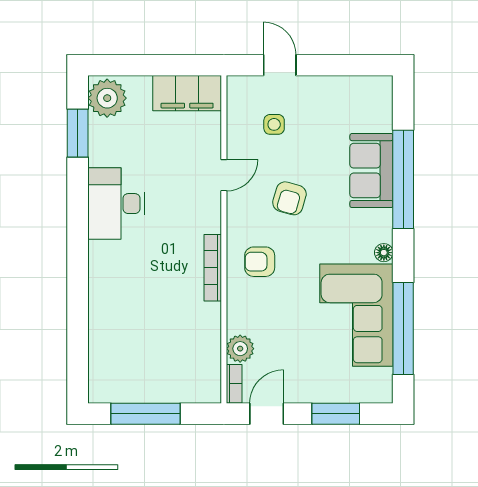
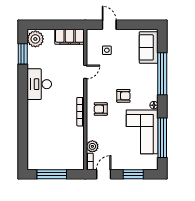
sofa: (371, 171) -> (149, 47), moved
armchair: (289, 198) -> (123, 96), moved, turned -106

